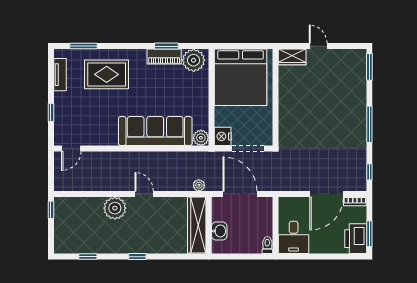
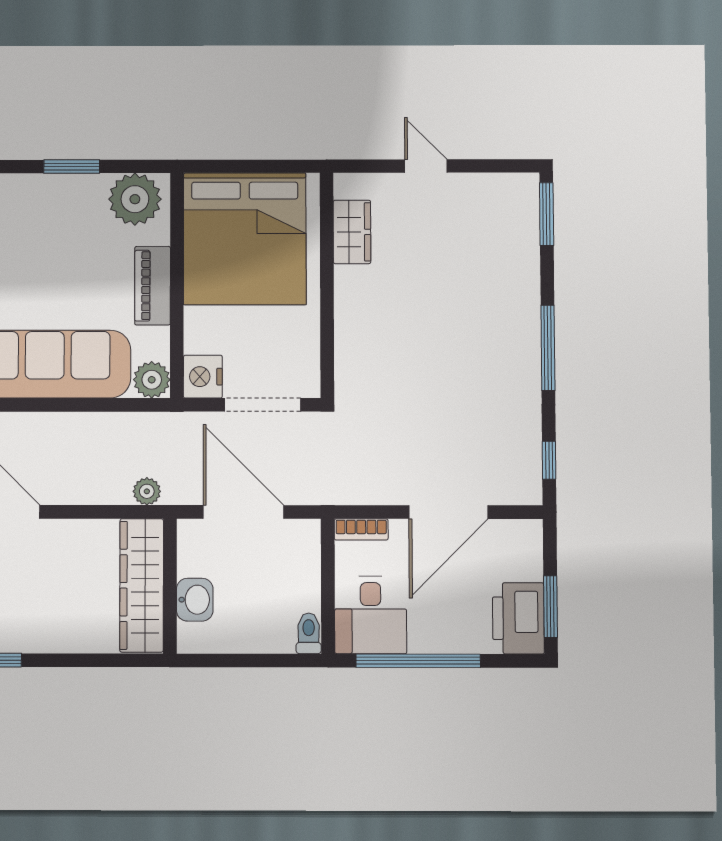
piano: (164, 56) -> (153, 286), moved, turned 90
wardrobe: (292, 57) -> (352, 232), moved, turned -90
bookcase: (355, 201) -> (361, 529), moved
window: (313, 257) -> (418, 661), added

